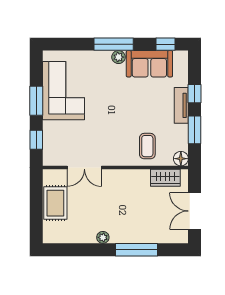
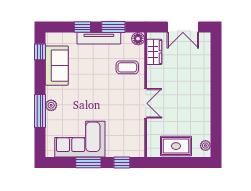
window: (114, 44) -> (40, 111), moved
plant: (119, 57) -> (51, 105), moved
tv unit: (181, 105) -> (99, 38), width x1.41
double door: (84, 168) -> (146, 103), moved
plant: (103, 237) -> (205, 146), moved
window: (136, 250) -> (216, 77), removed

